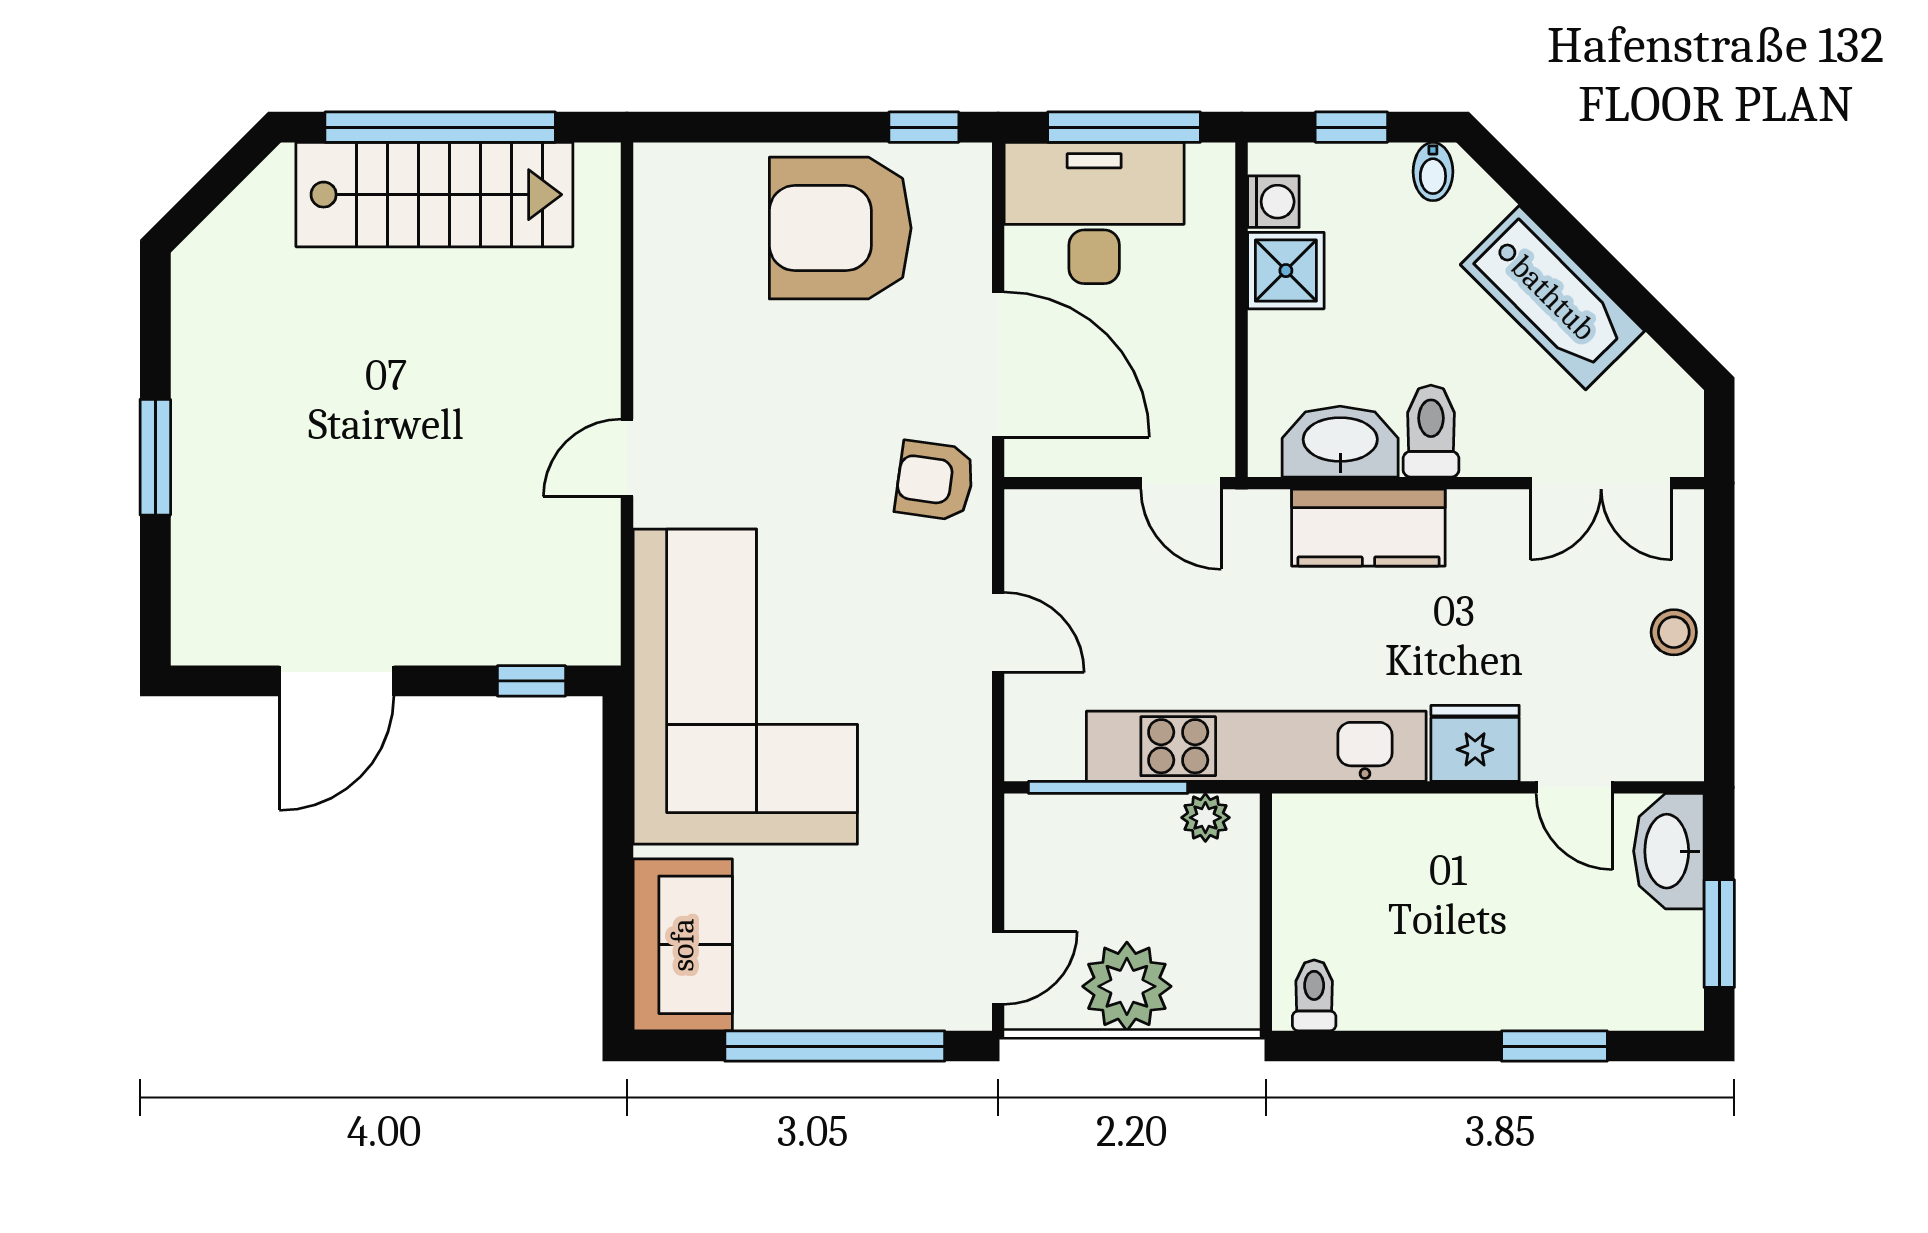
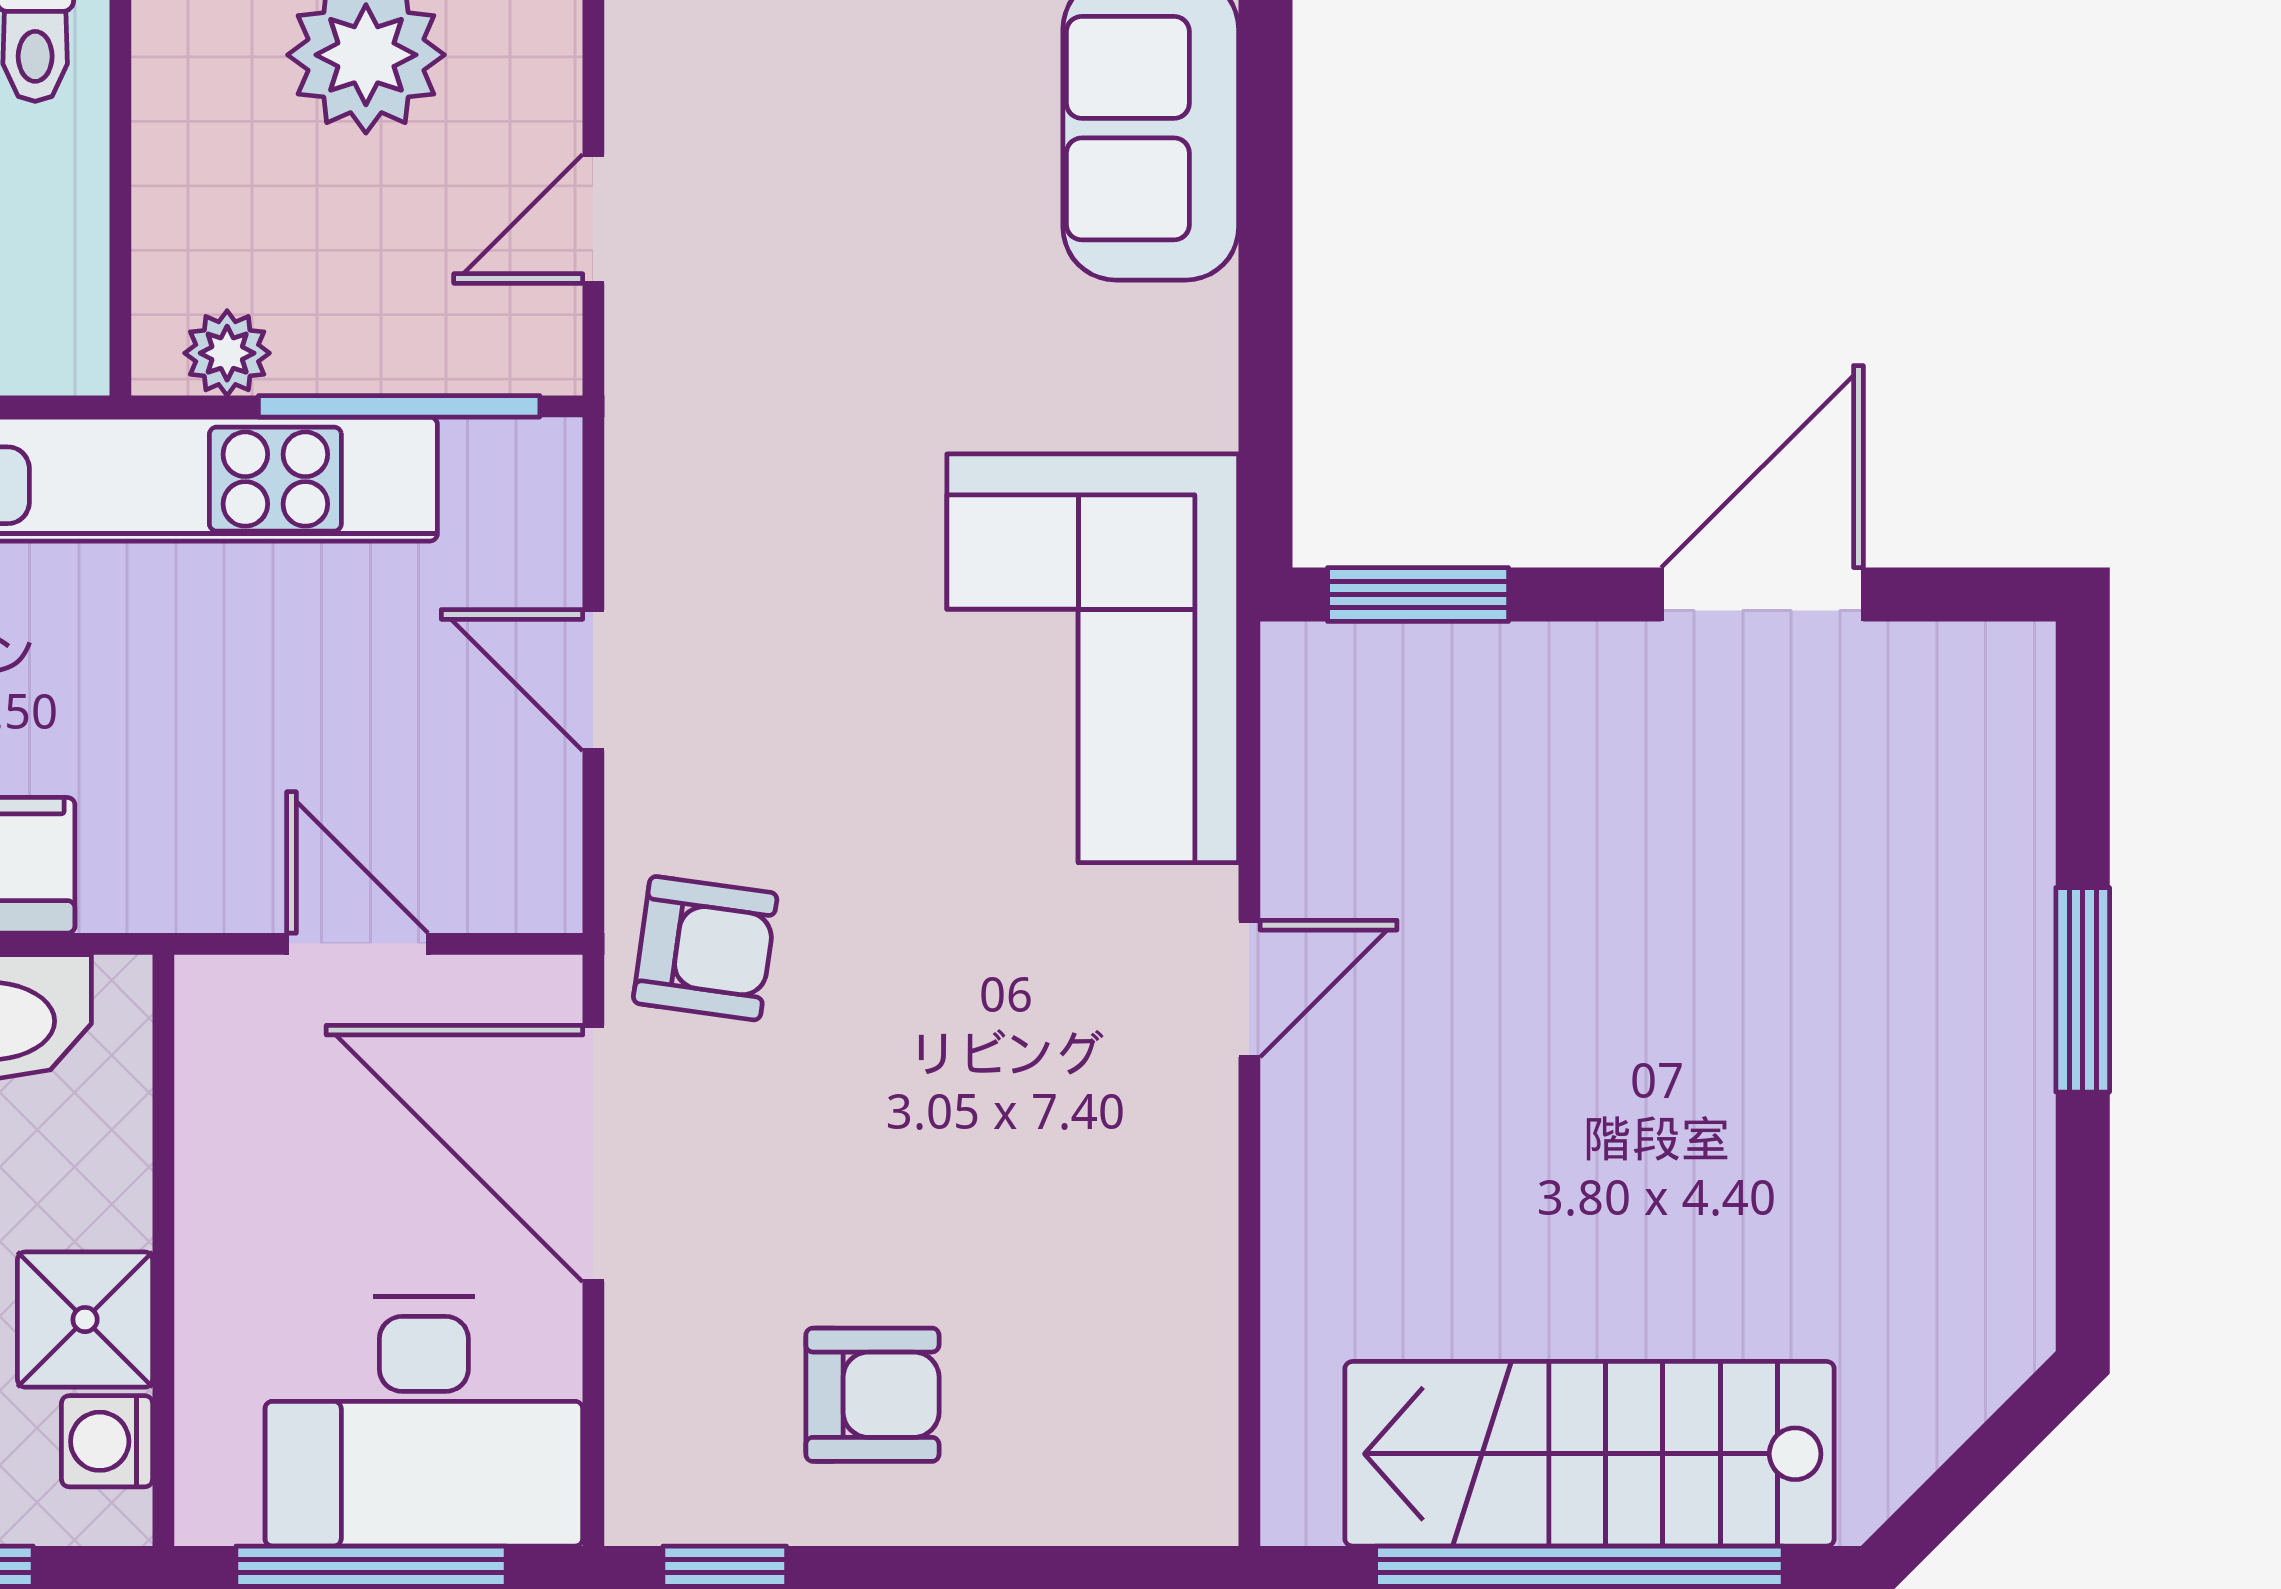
armchair: (840, 228) -> (872, 1395), width x0.53, depth x0.53
door: (1181, 483) -> (357, 944), moved
window: (531, 681) -> (1418, 594), width x1.50
corner sofa: (745, 687) -> (1093, 658), width x0.73, depth x0.74
door: (998, 968) -> (593, 219), moved

